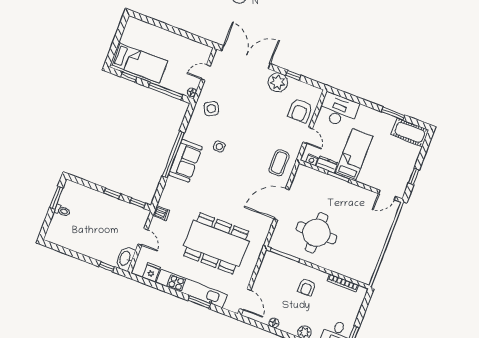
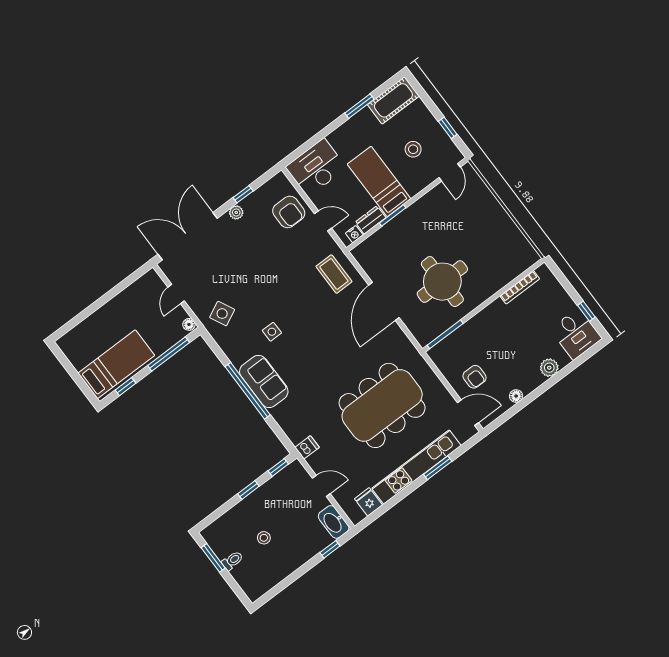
plant: (278, 82) -> (236, 212), width x0.53, depth x0.53
stool: (387, 163) -> (413, 149), added
stool: (88, 221) -> (264, 538), added
armchair: (307, 287) -> (474, 377), moved

